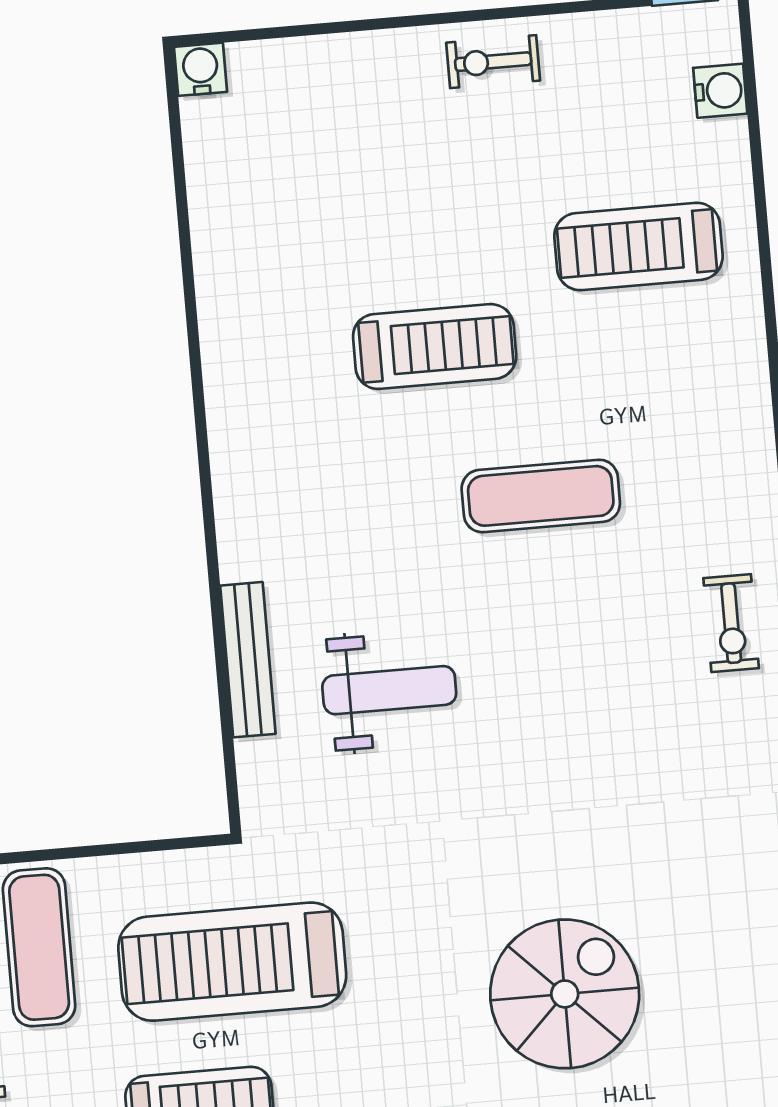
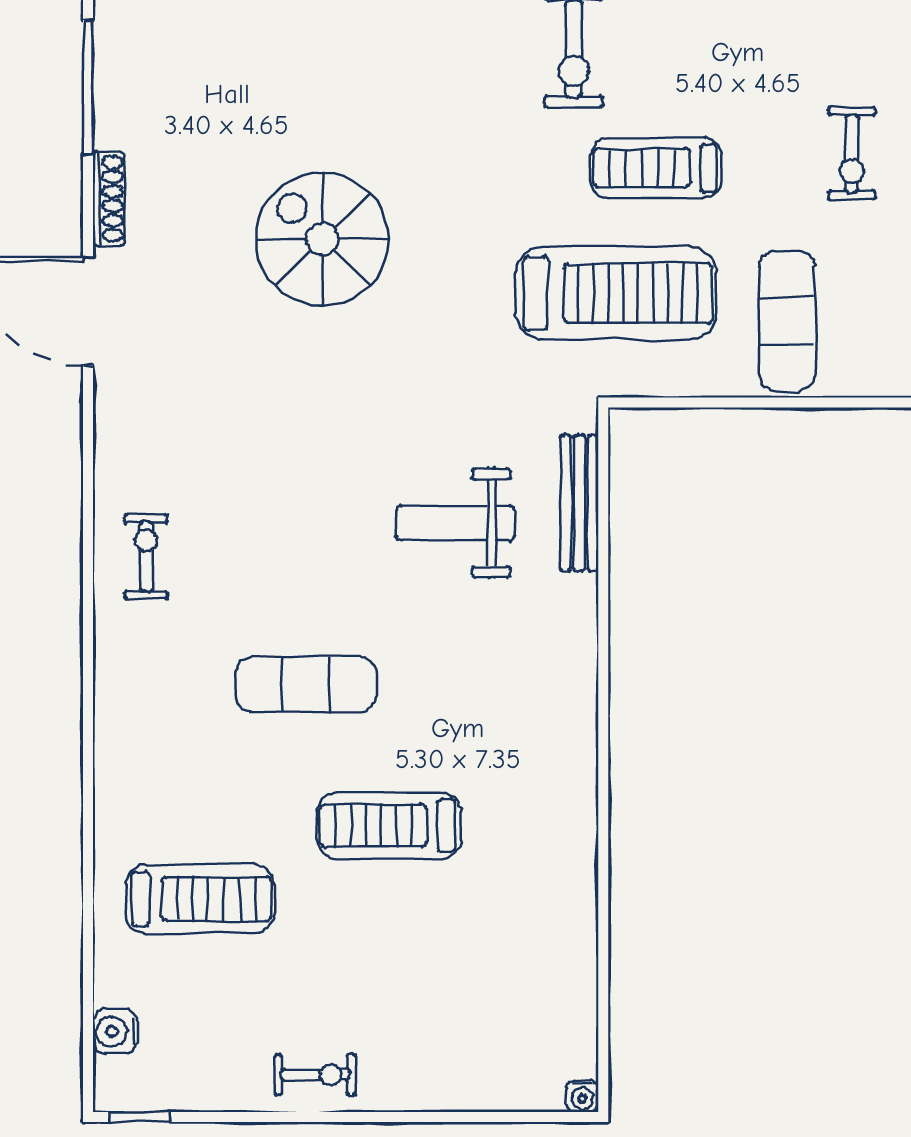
water cooler: (201, 69) -> (582, 1096), width x0.72, depth x0.72
bench: (248, 660) -> (579, 503), moved
spiral stairs: (565, 994) -> (323, 239), turned 90

